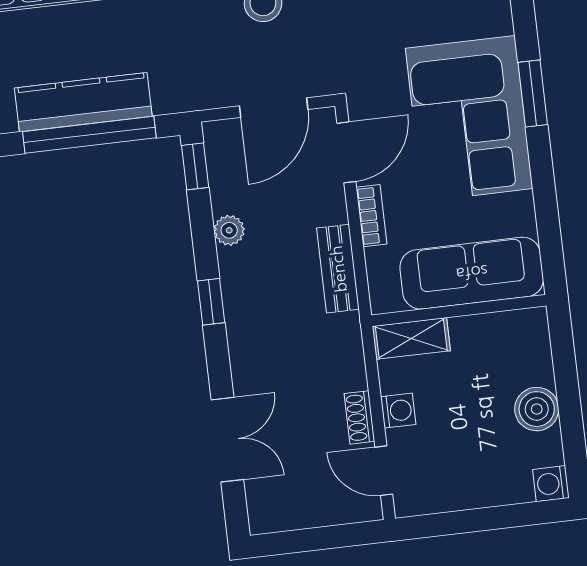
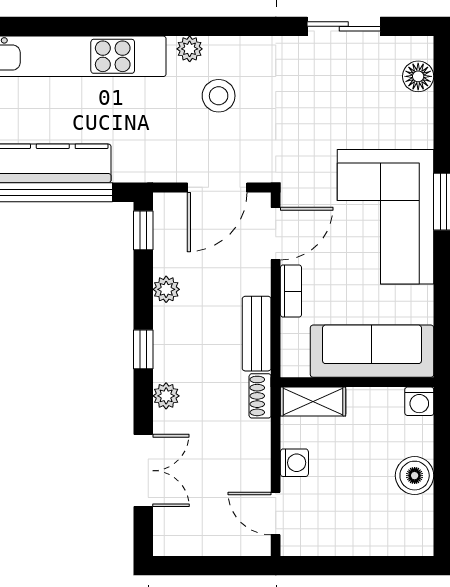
plant: (243, 352) -> (166, 396), added
shoe rack: (359, 417) -> (260, 396), moved
washing machine: (551, 484) -> (419, 401), moved, turned -90

